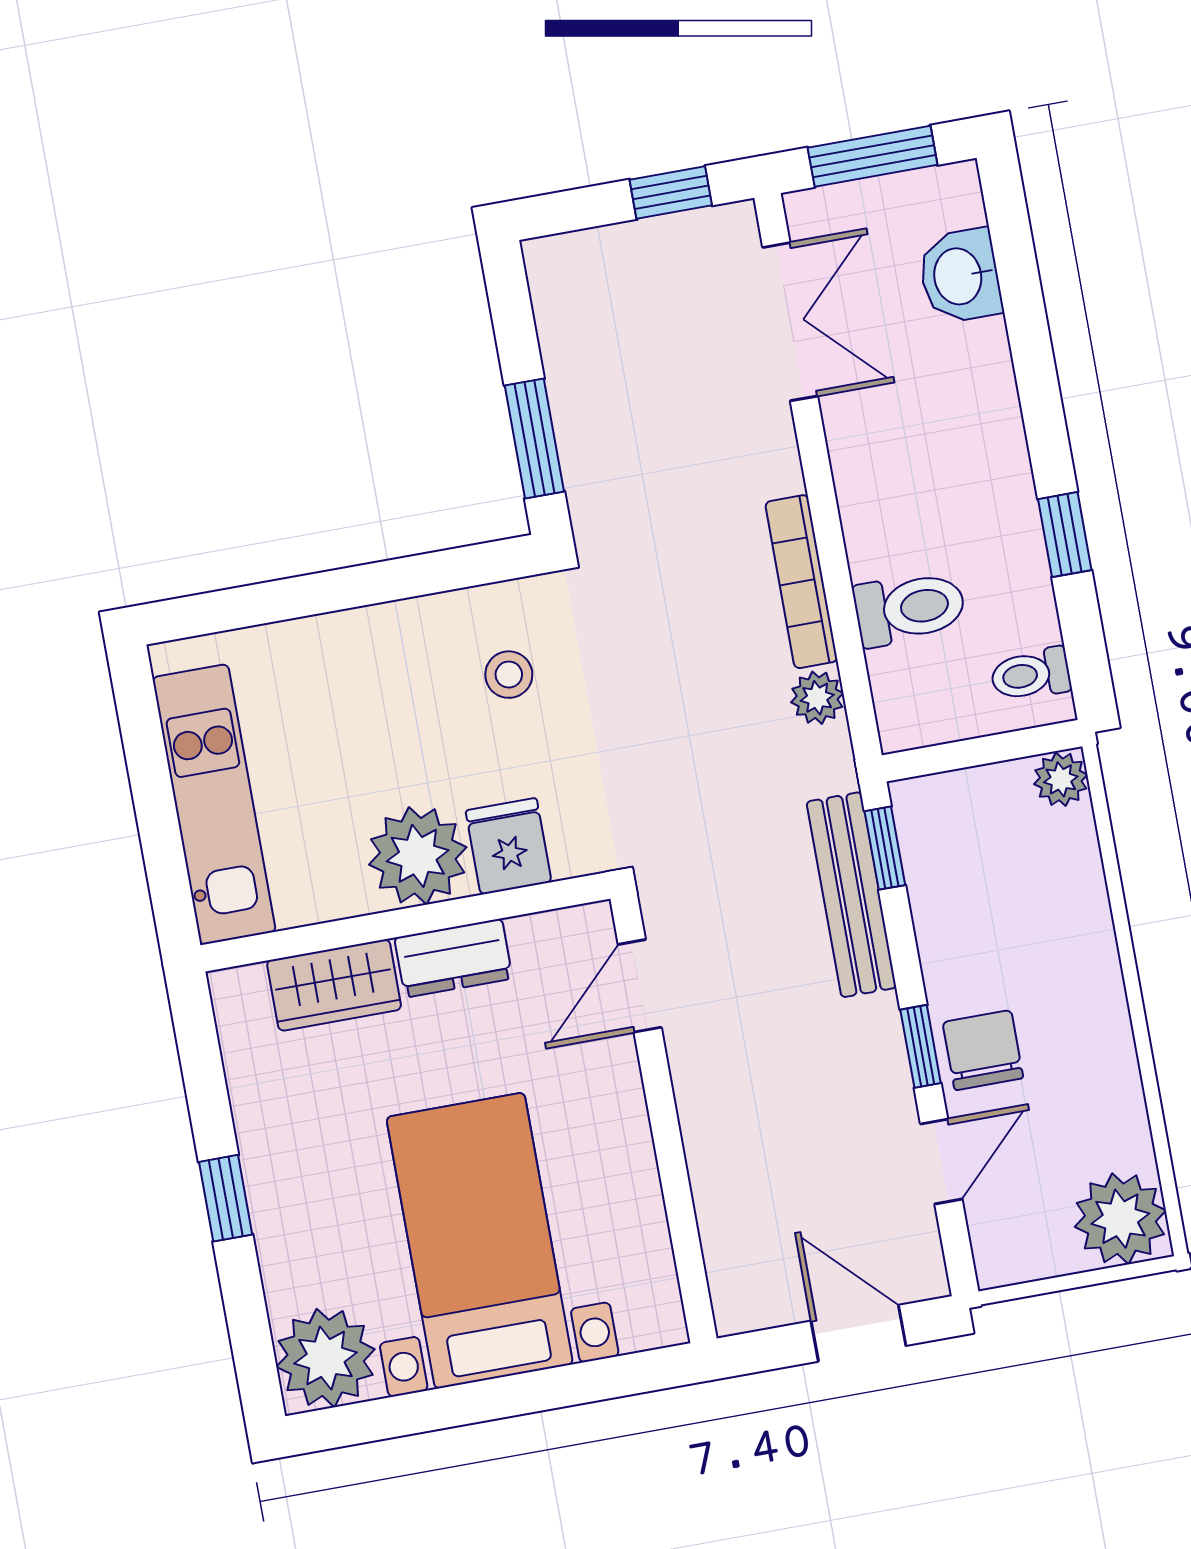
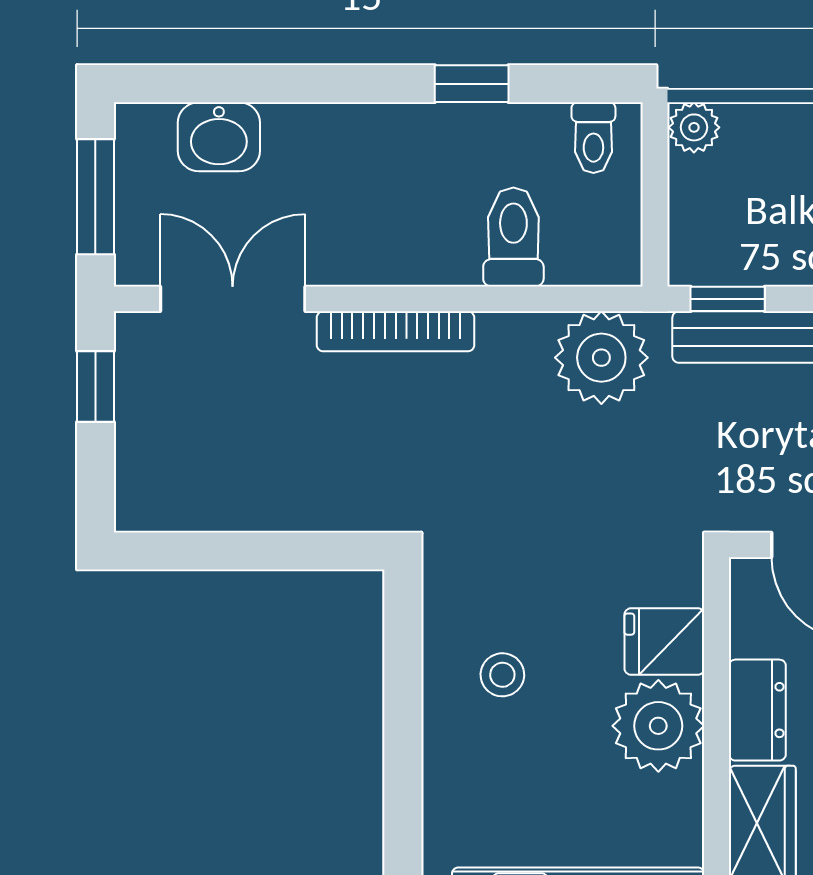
window: (534, 439) -> (297, 551), removed
bookcase: (801, 582) -> (396, 331), moved
stool: (509, 675) -> (502, 675), moved
plant: (817, 698) -> (601, 358), width x1.87, depth x1.87

